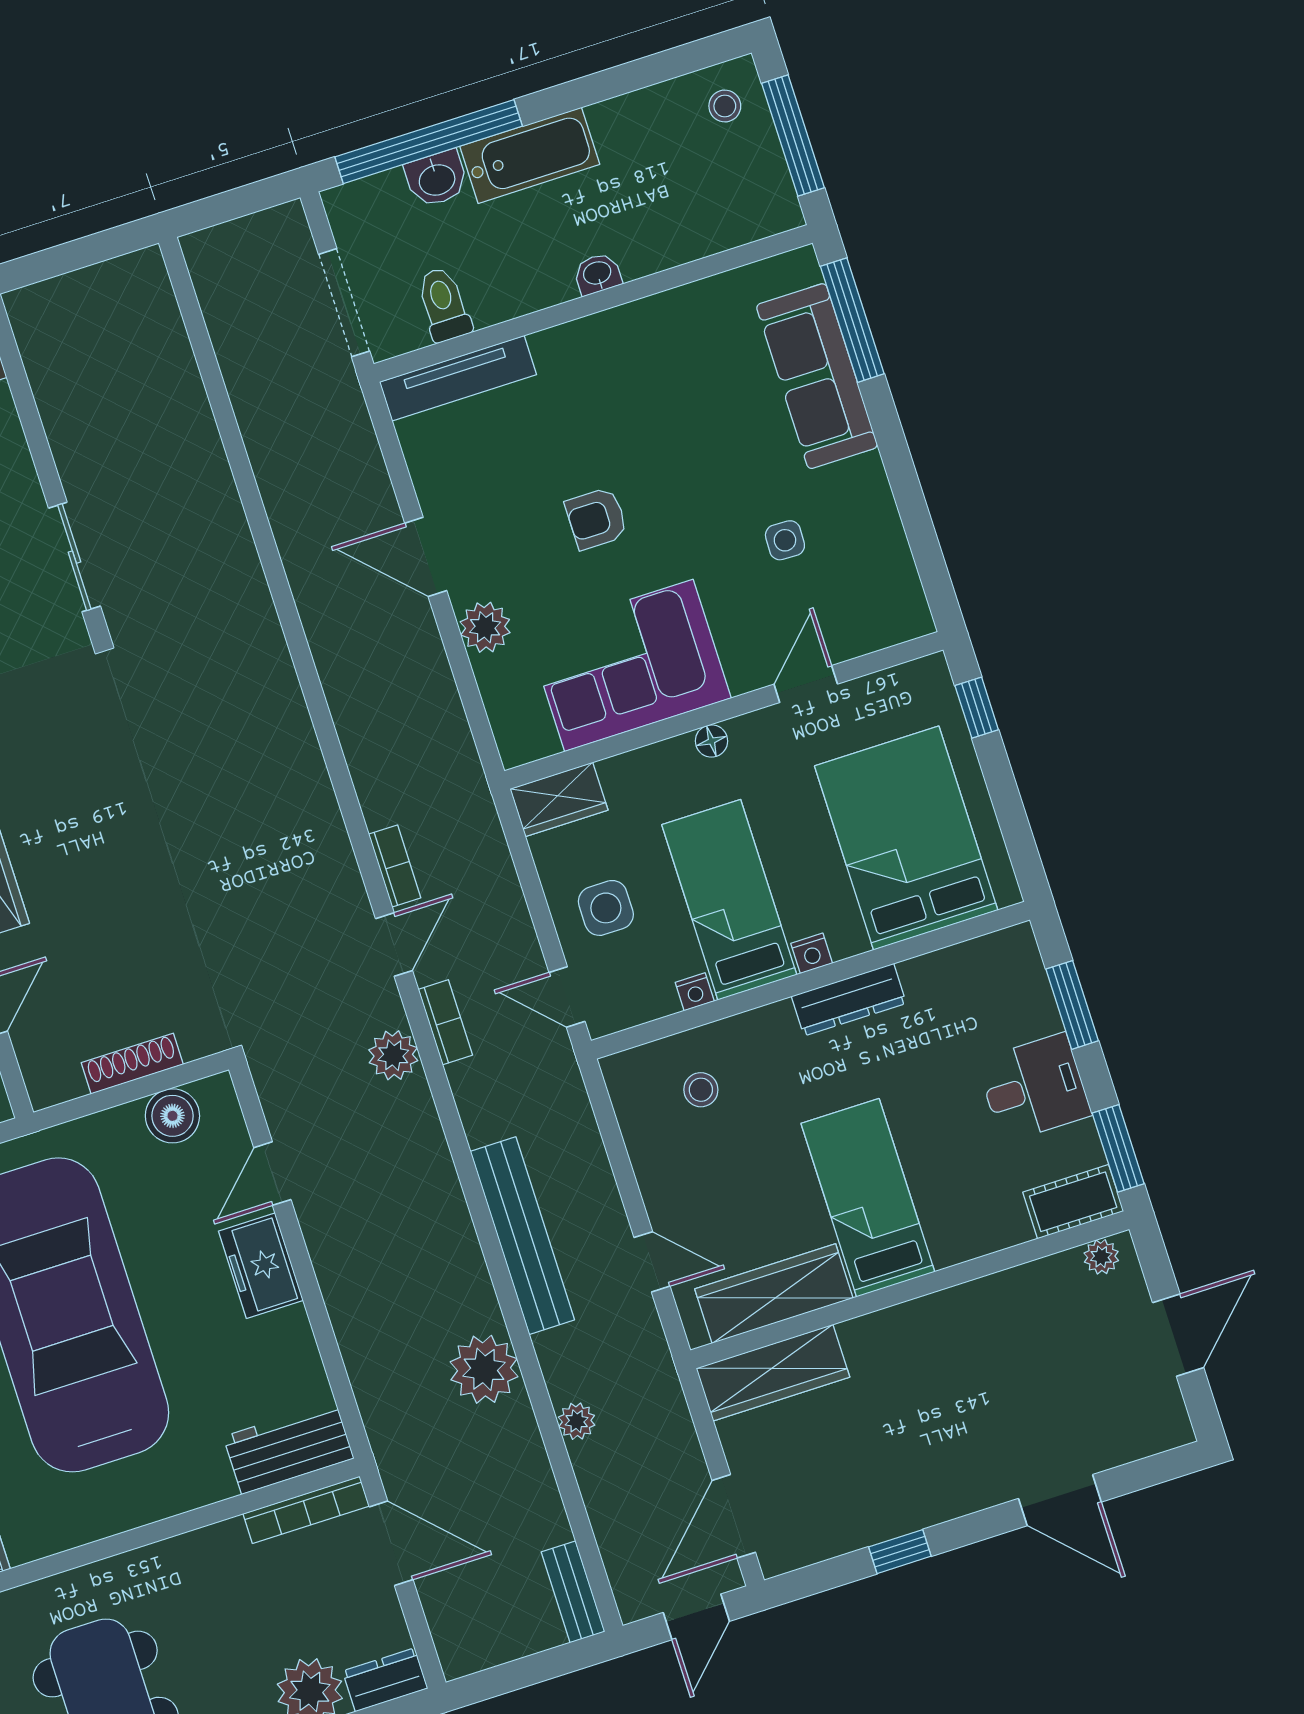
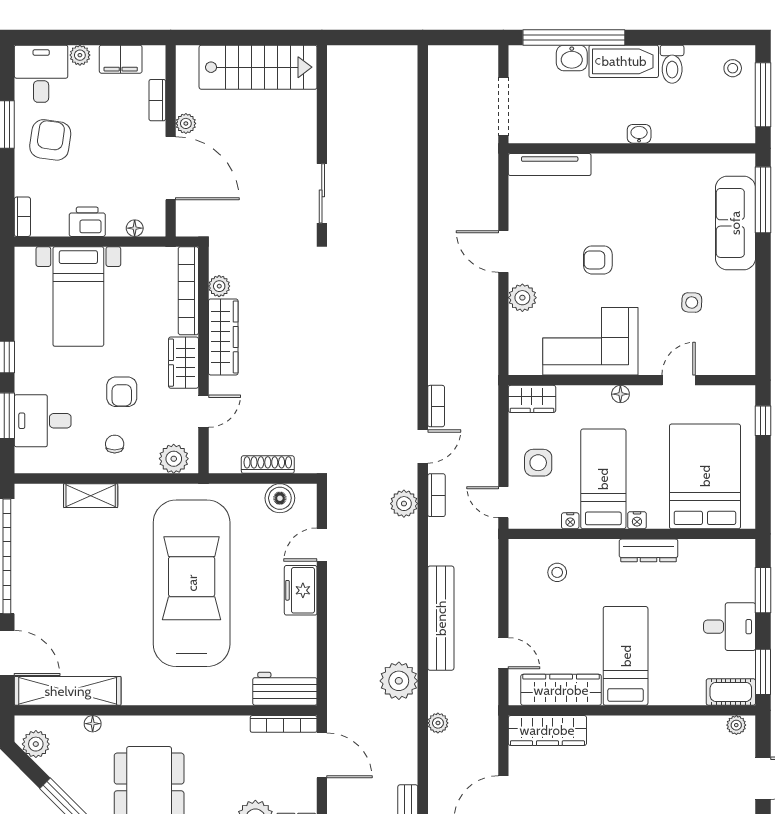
toilet: (444, 304) -> (672, 64), moved, turned 180

